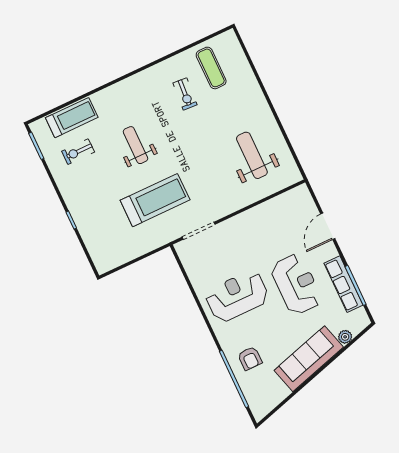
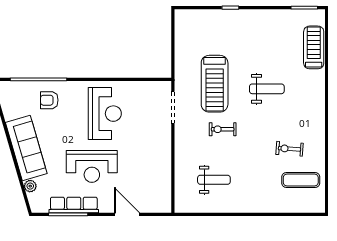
treadmill: (72, 118) -> (314, 47), turned 180
exercise bike: (78, 152) -> (223, 129), moved, turned -90
weight bench: (252, 155) -> (214, 180), width x0.73, depth x0.75

